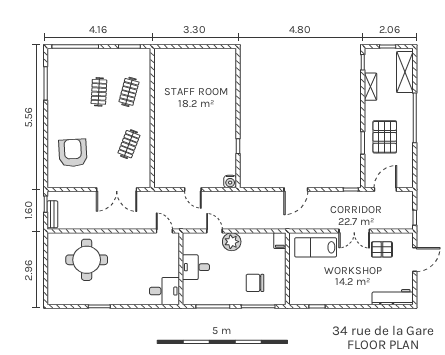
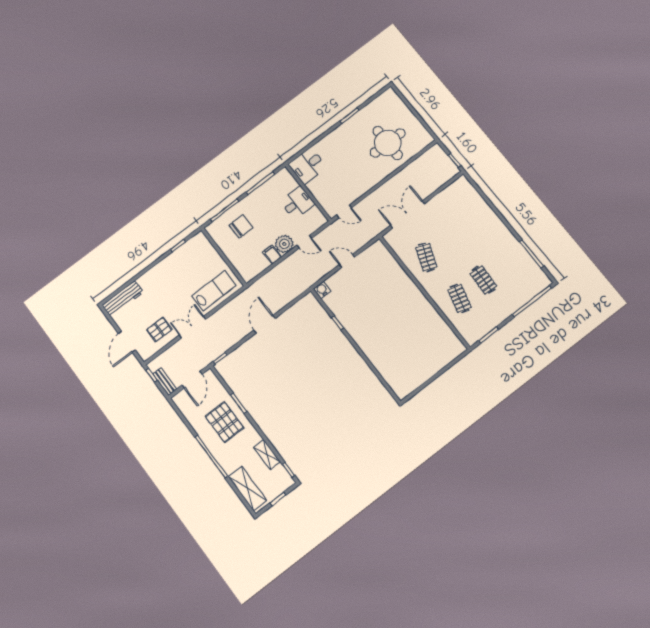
armchair: (73, 153) -> (465, 216), removed
bench: (52, 214) -> (165, 382), moved
filing cabinet: (280, 241) -> (272, 255), moved

